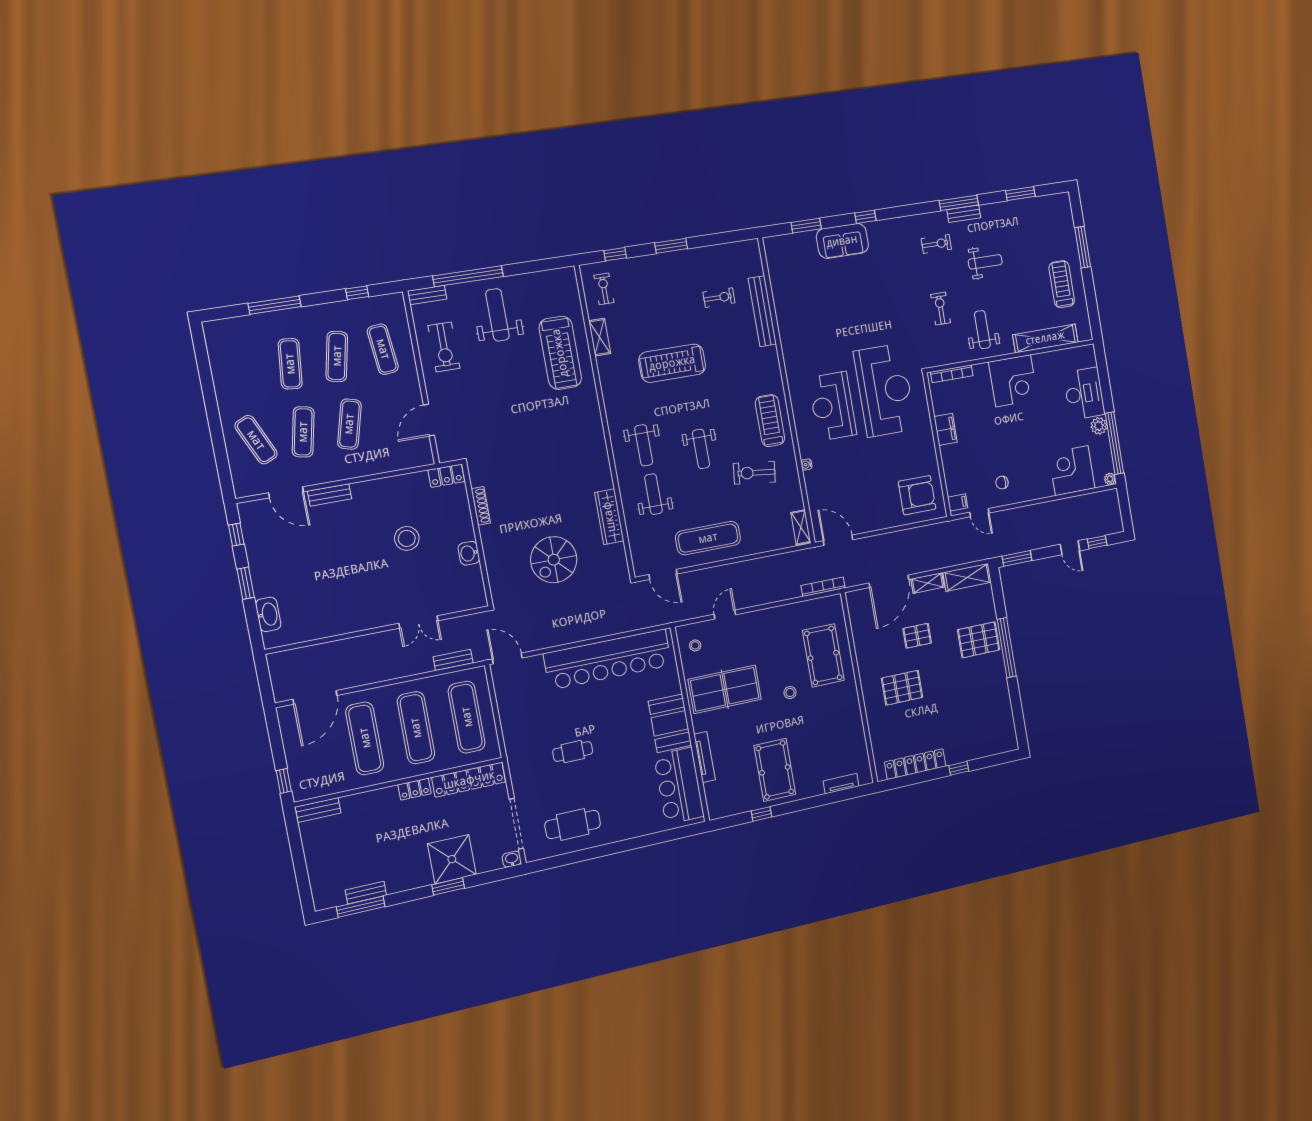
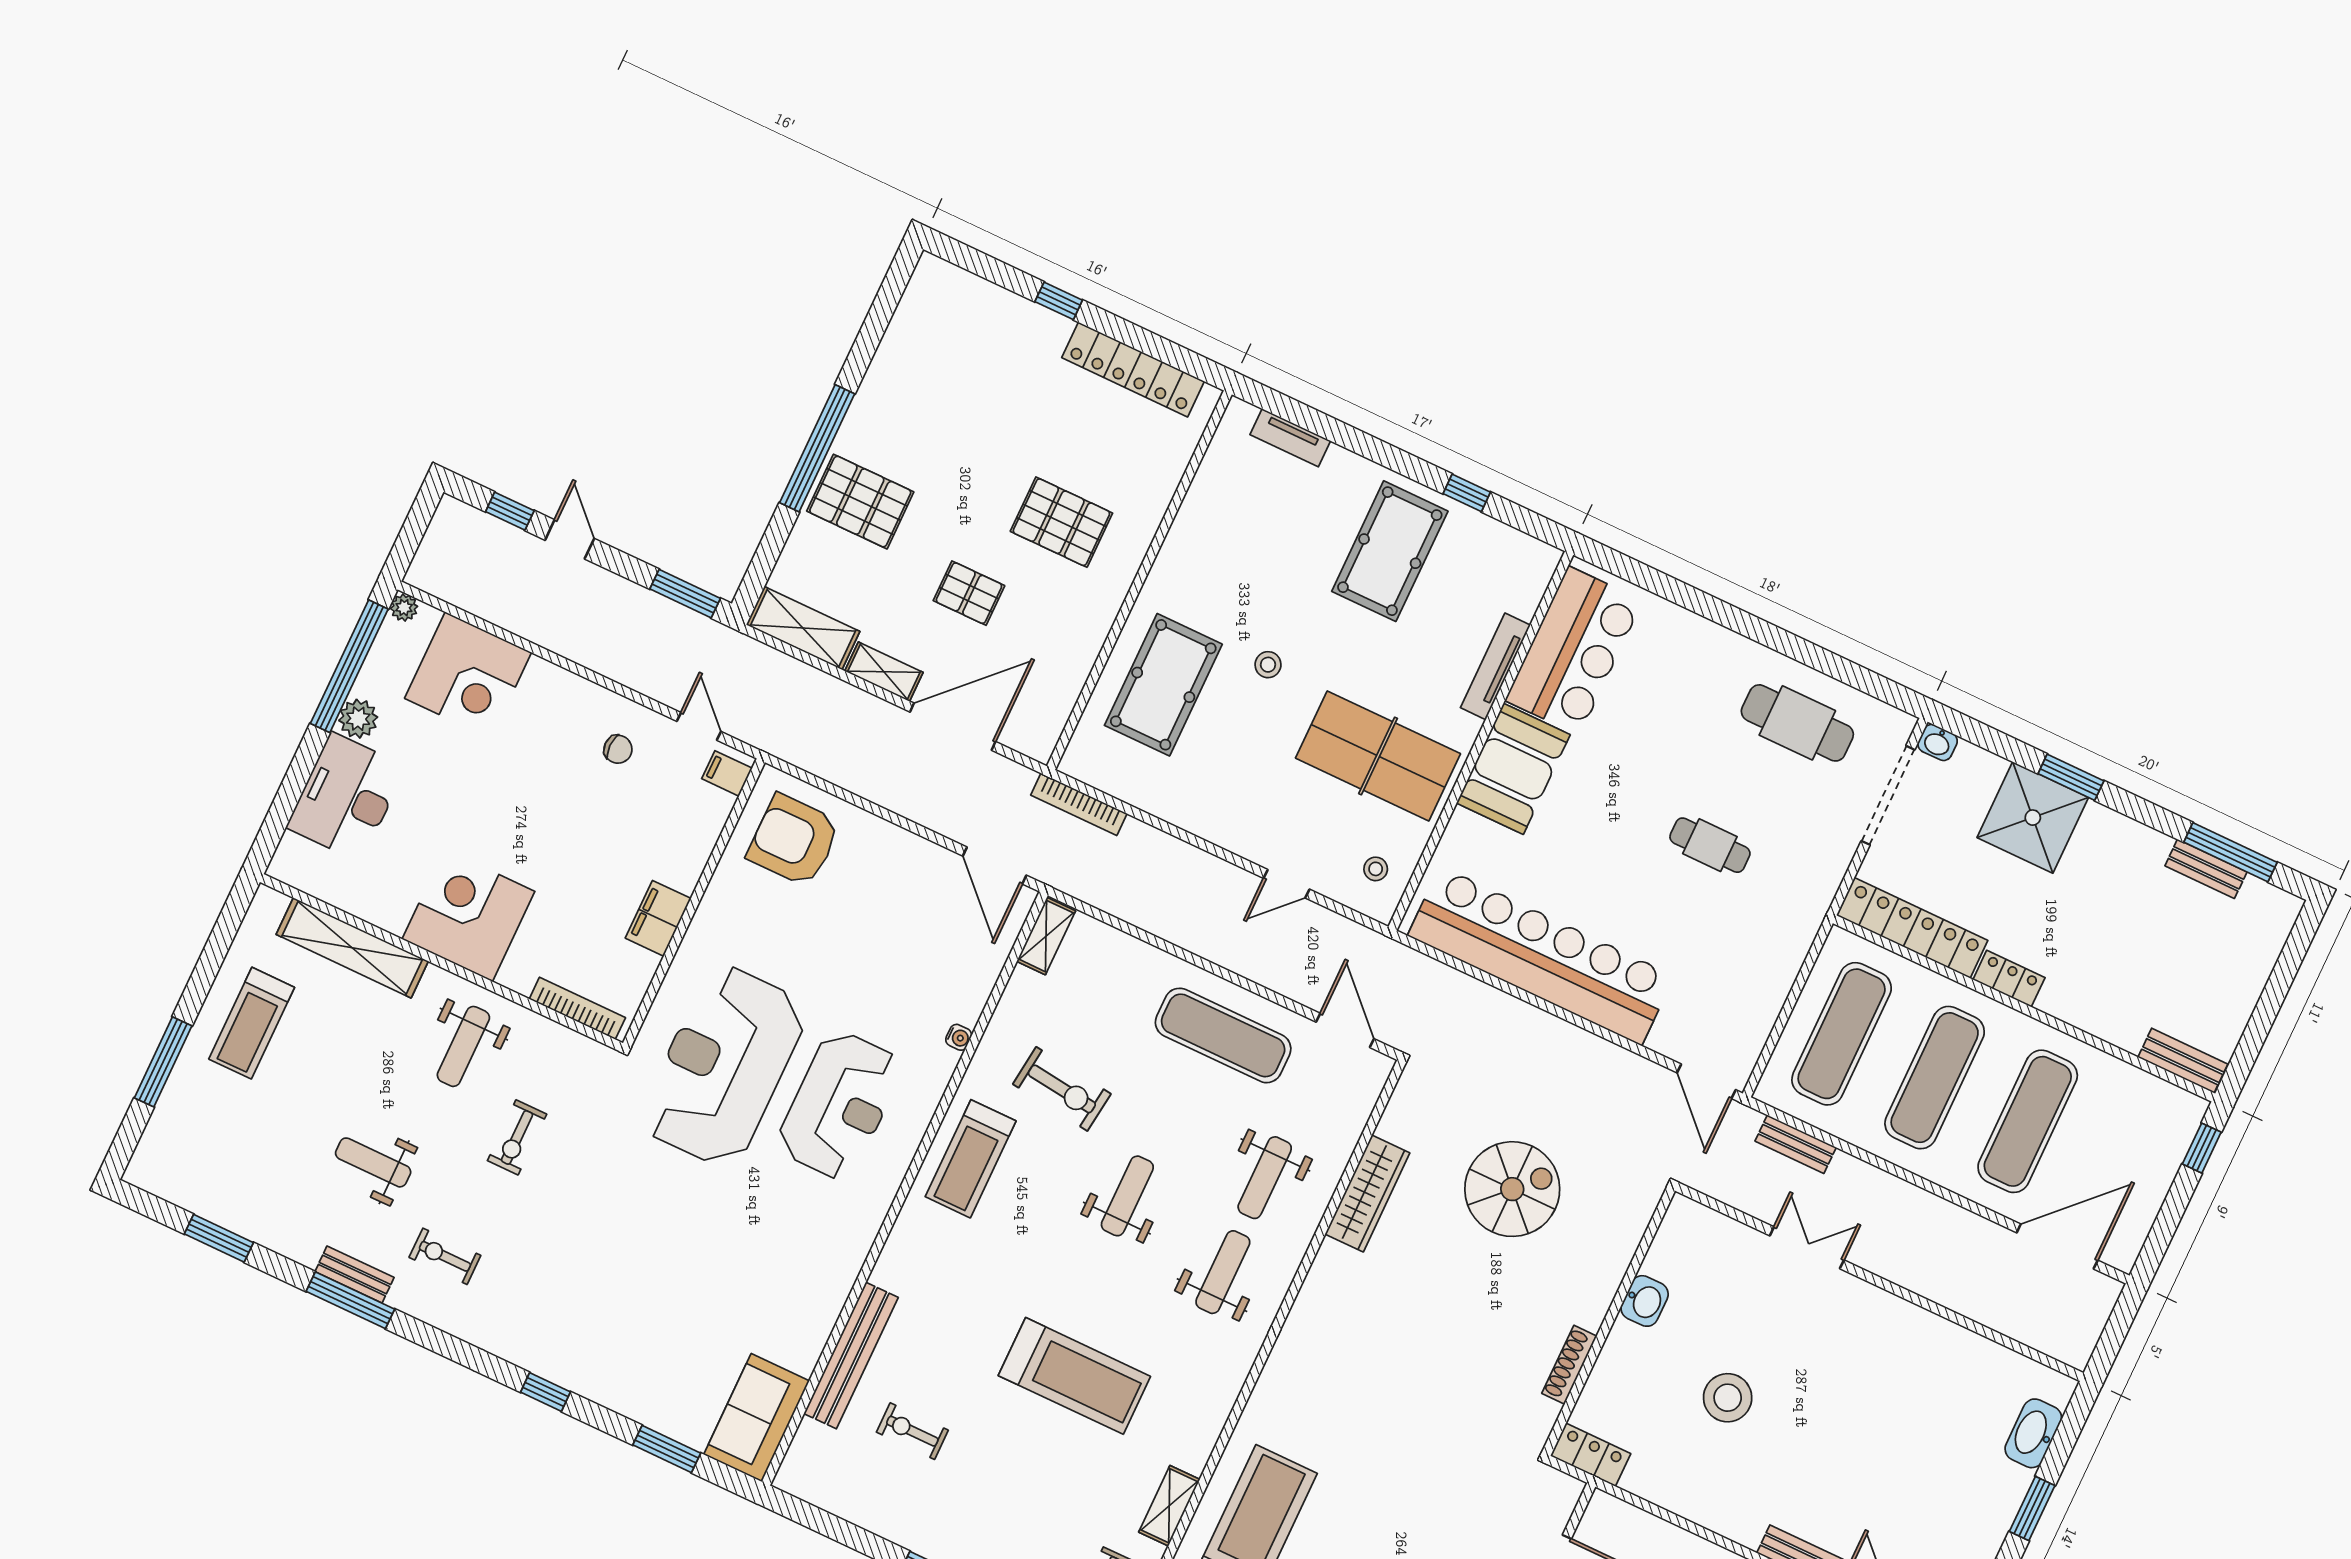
sofa: (842, 241) -> (757, 1418), moved, turned -90

